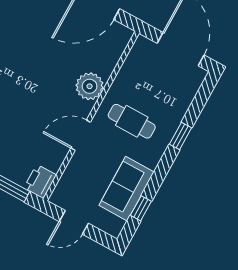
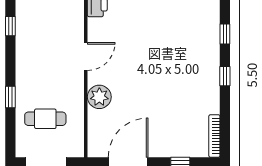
cafe table: (132, 121) -> (45, 119), moved
sofa: (126, 189) -> (29, 35), removed

